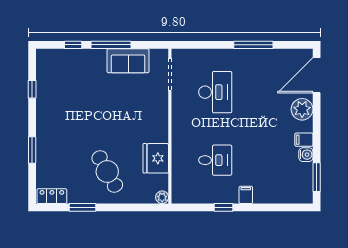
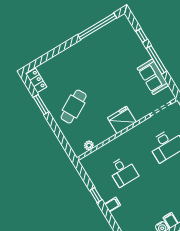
window: (32, 89) -> (97, 26), width x3.17
window: (32, 150) -> (58, 50), removed
fridge: (156, 158) -> (122, 120), moved
plant: (162, 197) -> (89, 145), moved

